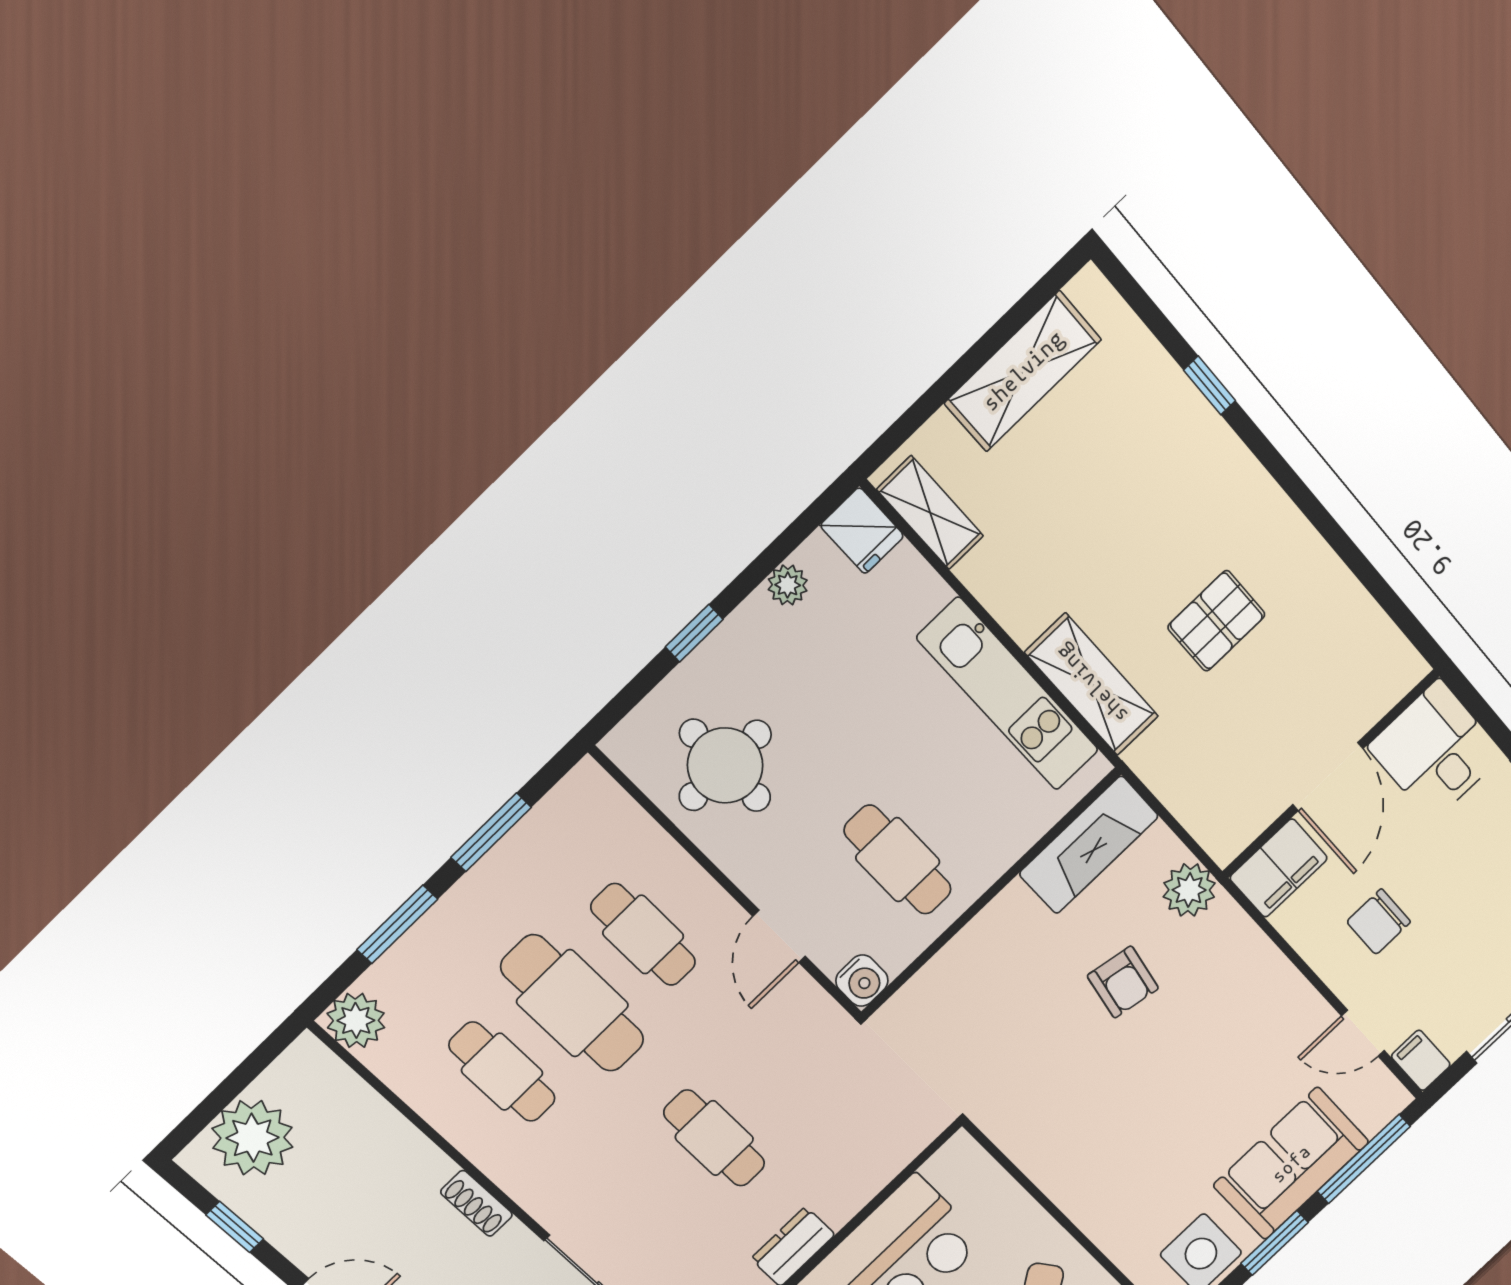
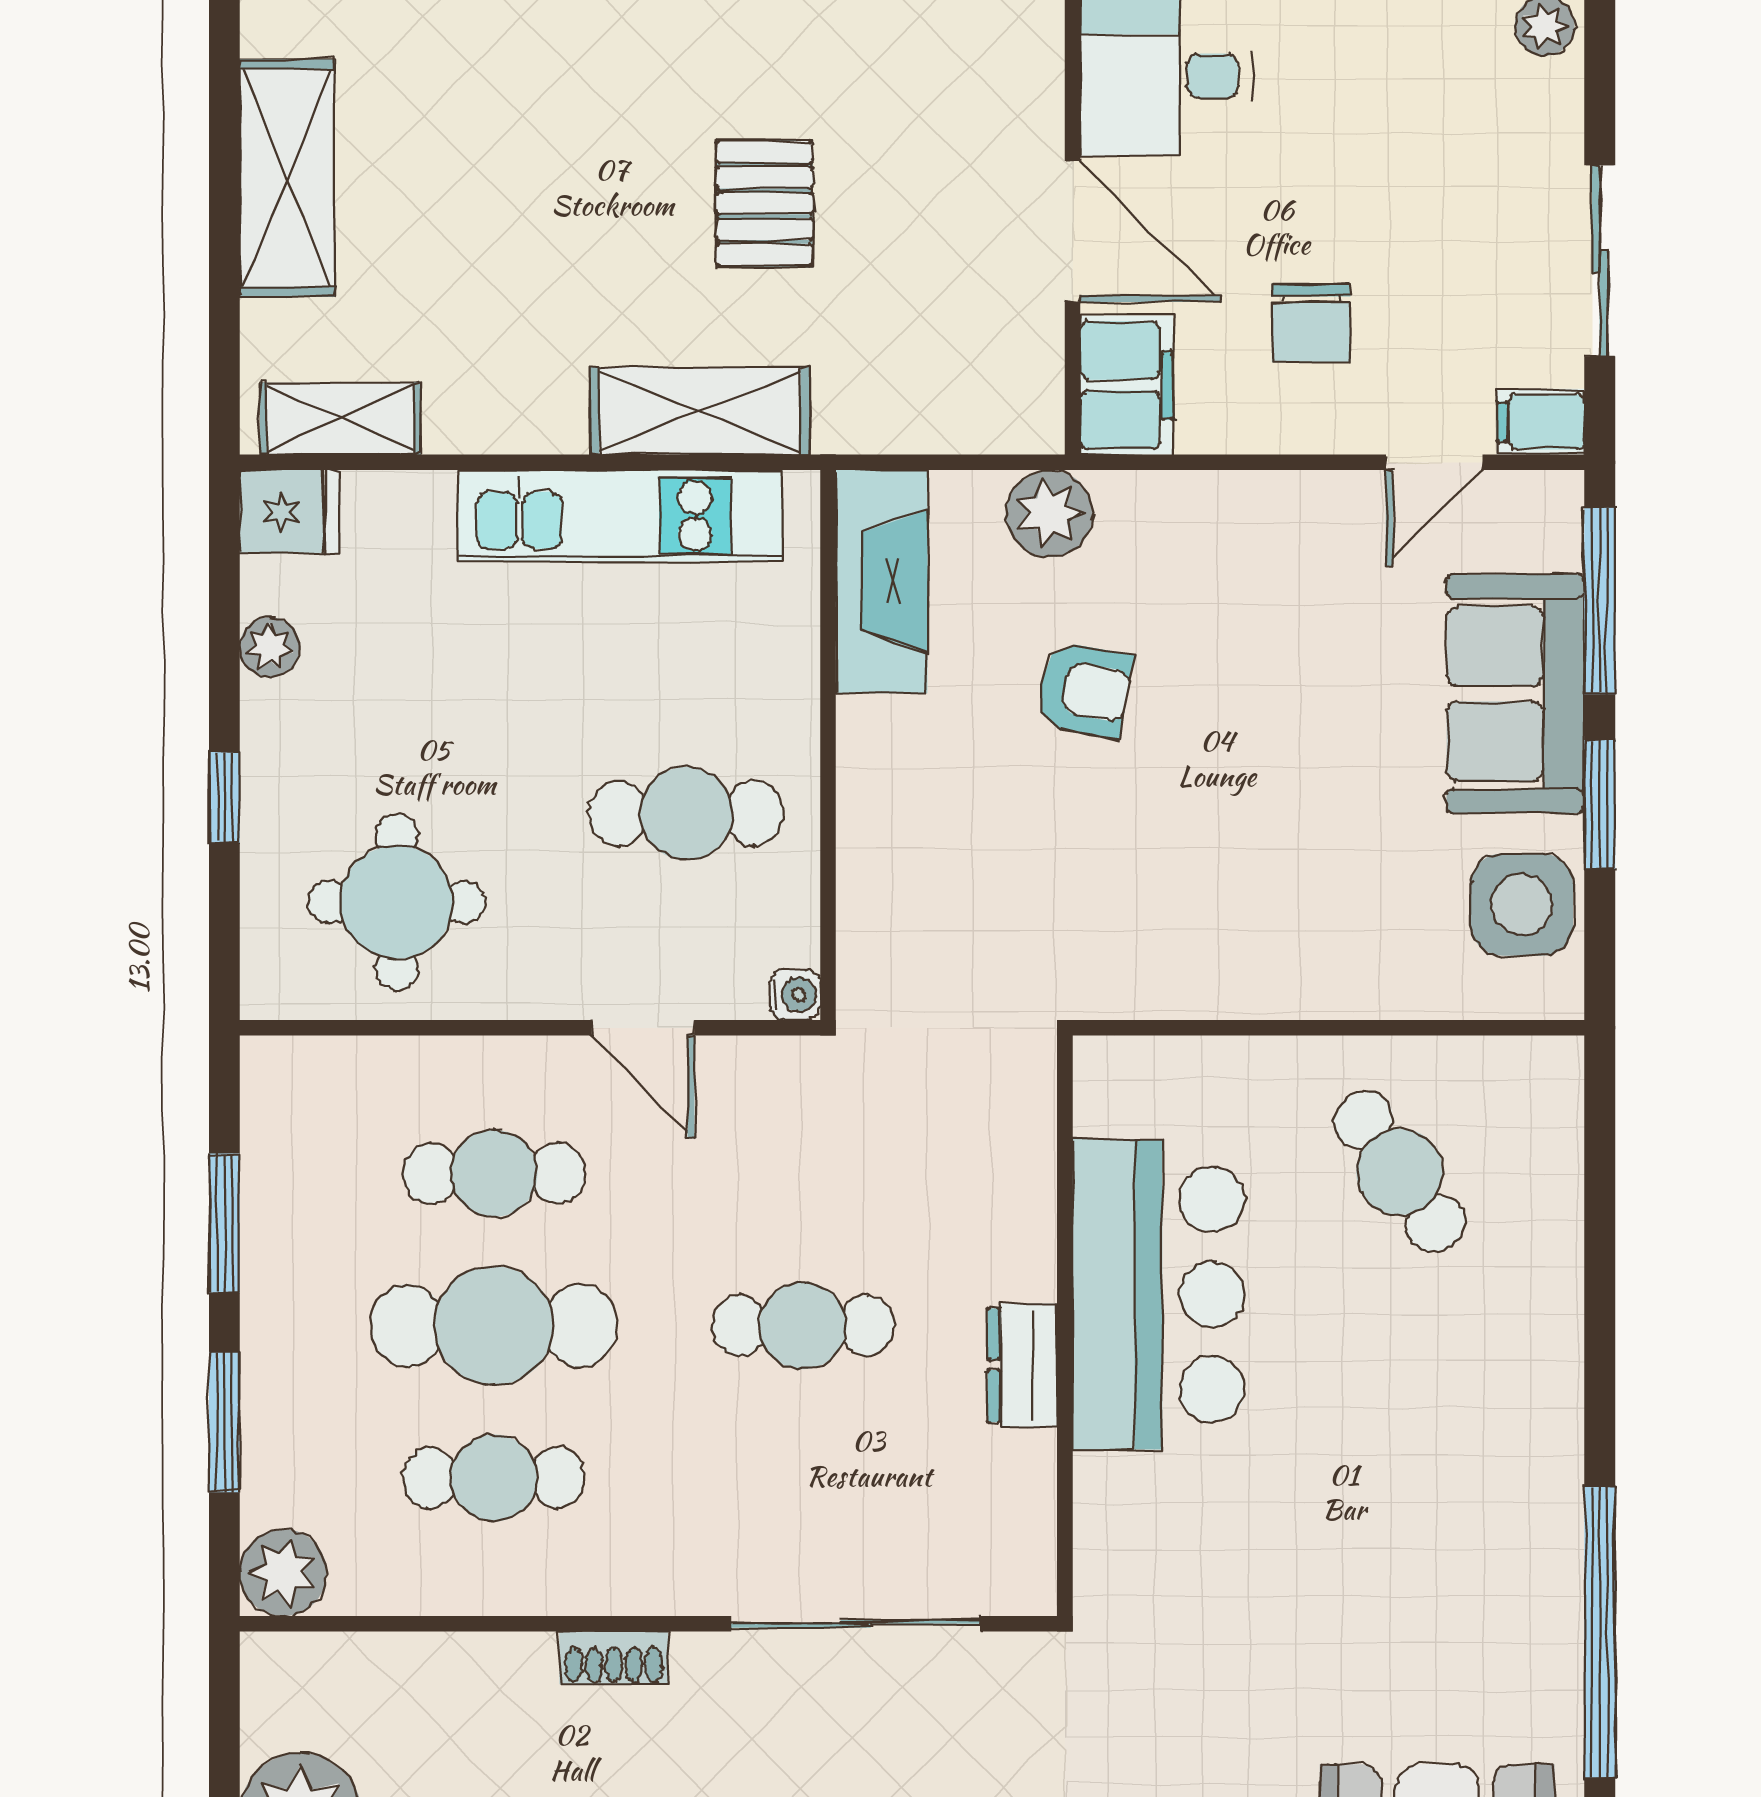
water cooler: (862, 981) -> (795, 995), width x0.72, depth x0.72

